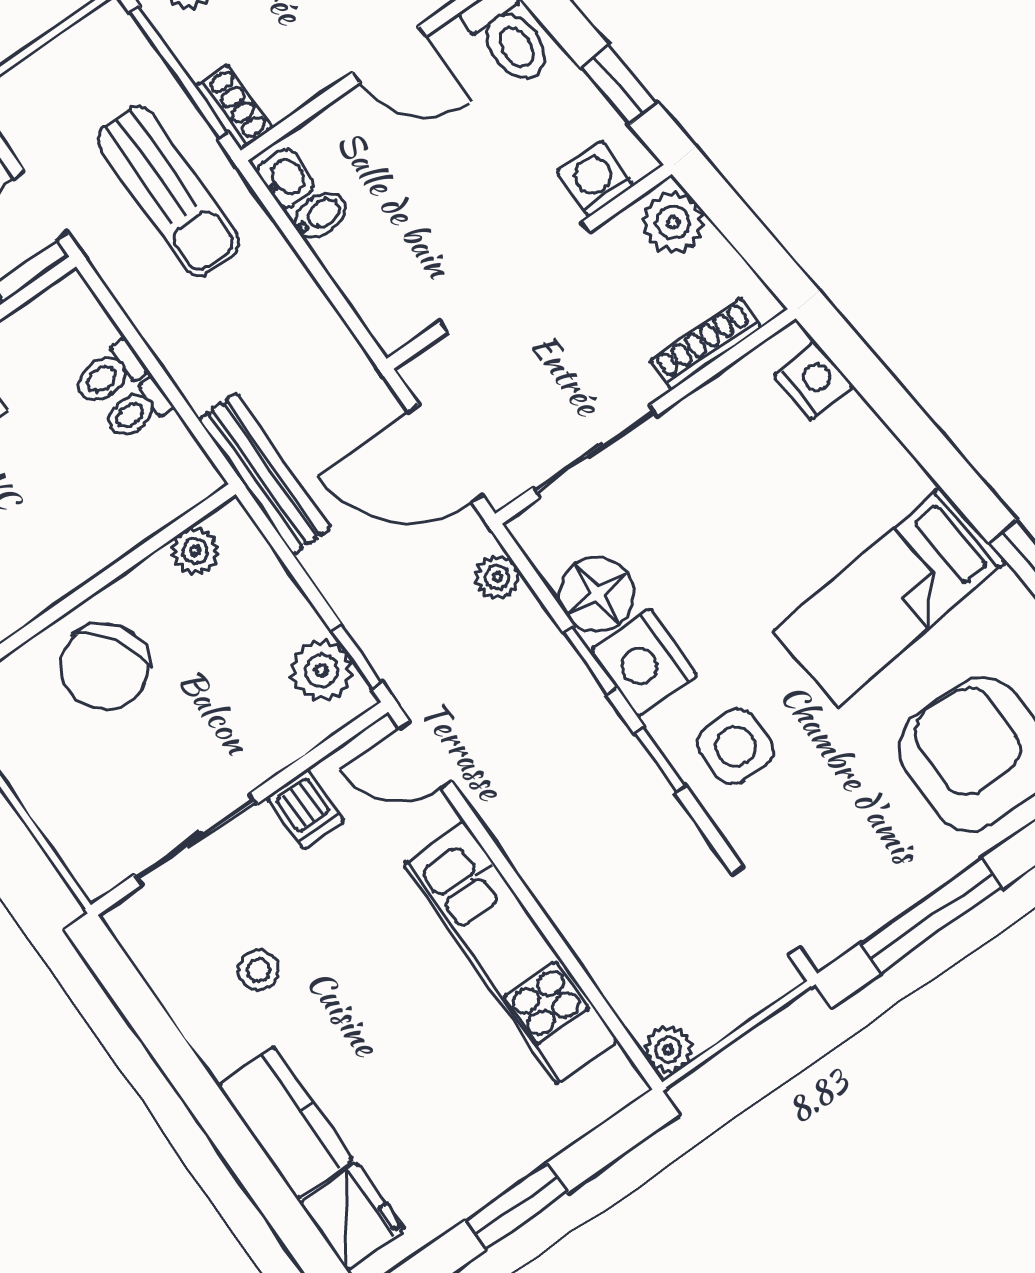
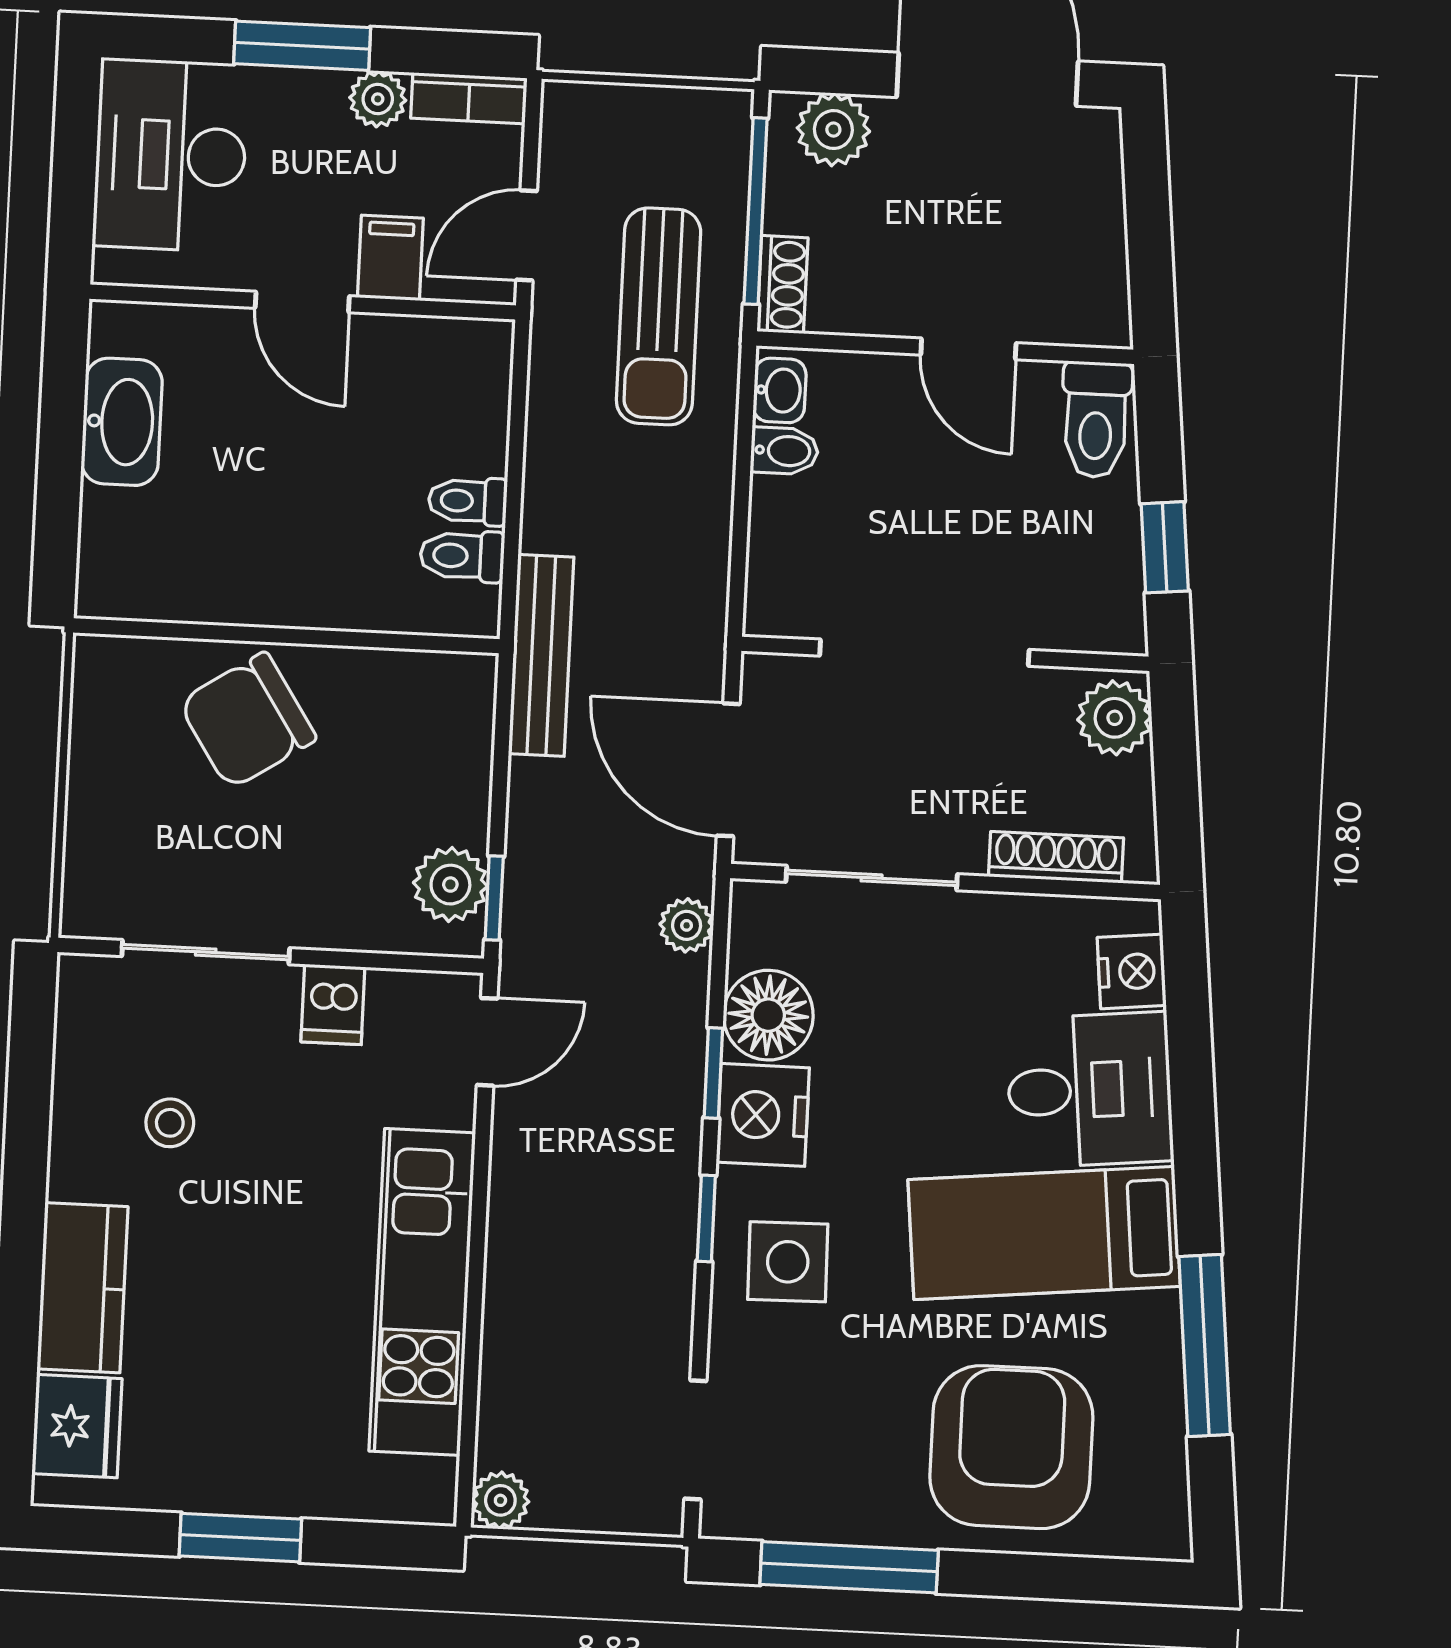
washing machine: (595, 179) -> (1073, 619), removed
toilet: (109, 374) -> (462, 556), moved
desk: (846, 480) -> (1090, 1090), added
plant: (195, 551) -> (418, 678), removed
door: (426, 755) -> (487, 1042), swing flipped

